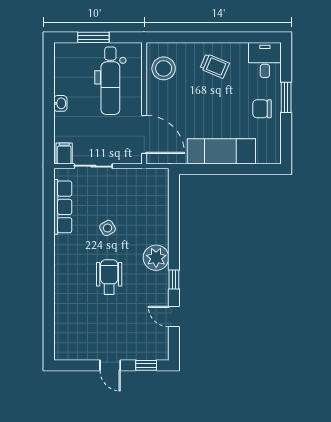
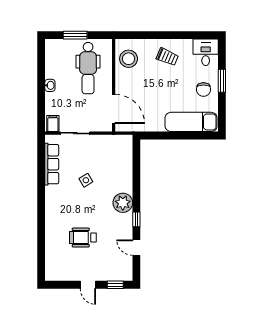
chair: (262, 109) -> (203, 89), turned -90
exam couch: (221, 151) -> (191, 122), moved
wheelchair: (109, 277) -> (83, 238), moved, turned -90

